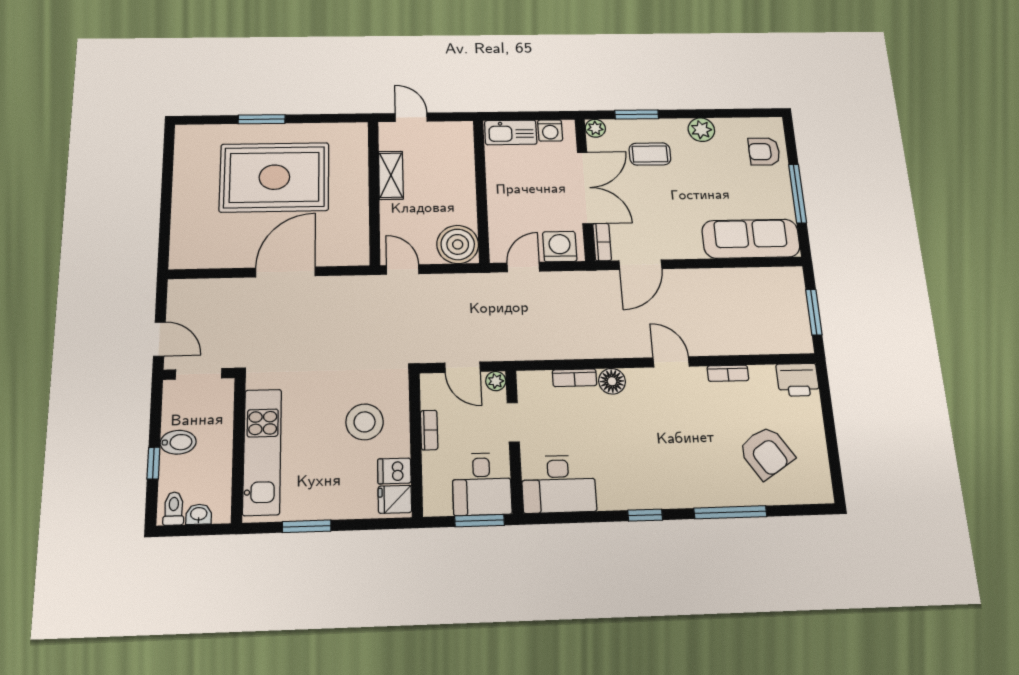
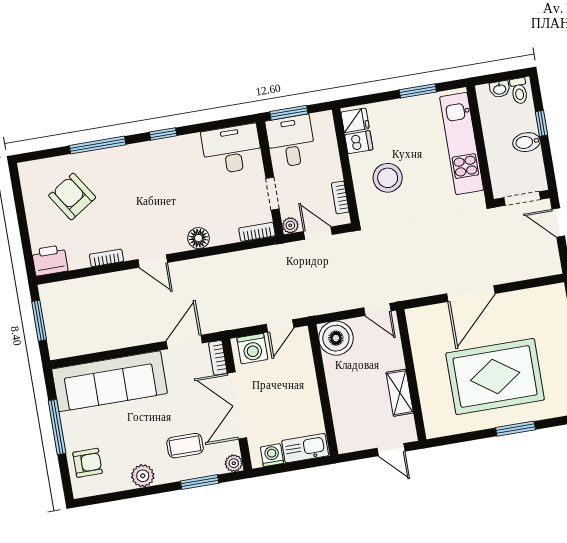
sofa: (751, 239) -> (110, 381), width x1.36, depth x1.27
bookcase: (575, 378) -> (257, 232), moved
bookcase: (429, 430) -> (340, 198), moved

